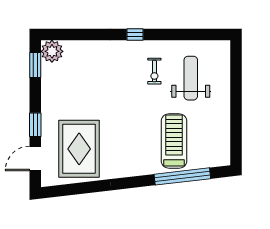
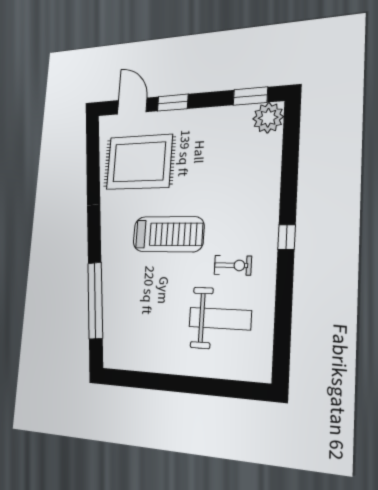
exercise bike: (154, 71) -> (233, 265), turned 180
treadmill: (174, 141) -> (168, 234), moved

